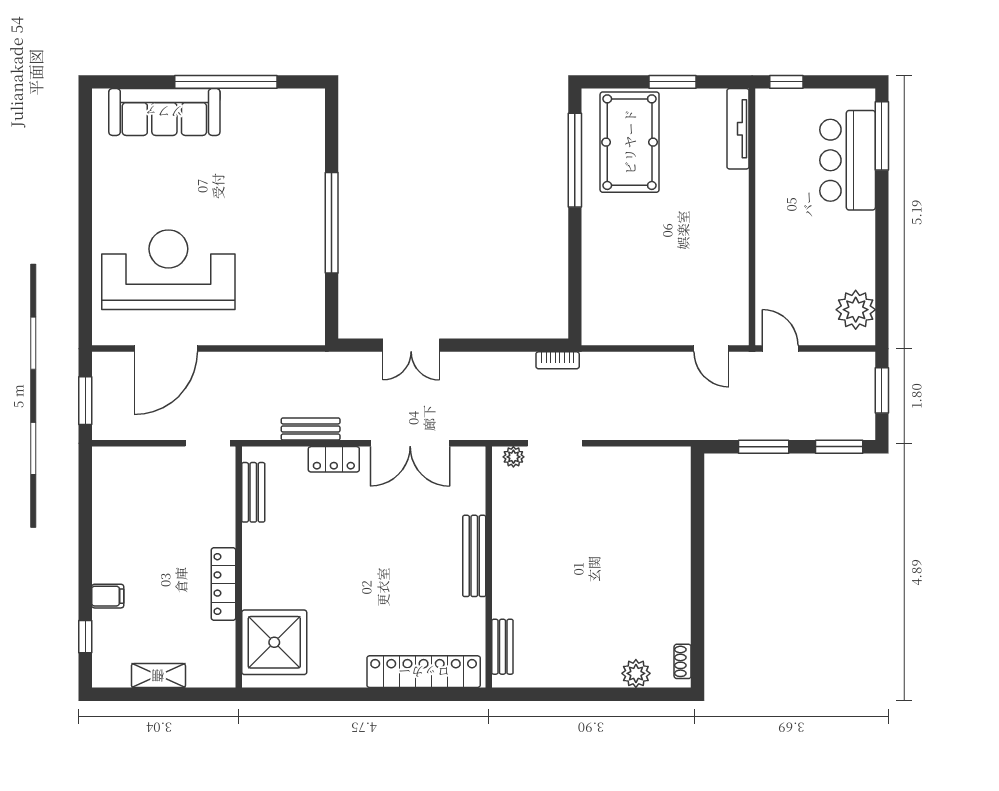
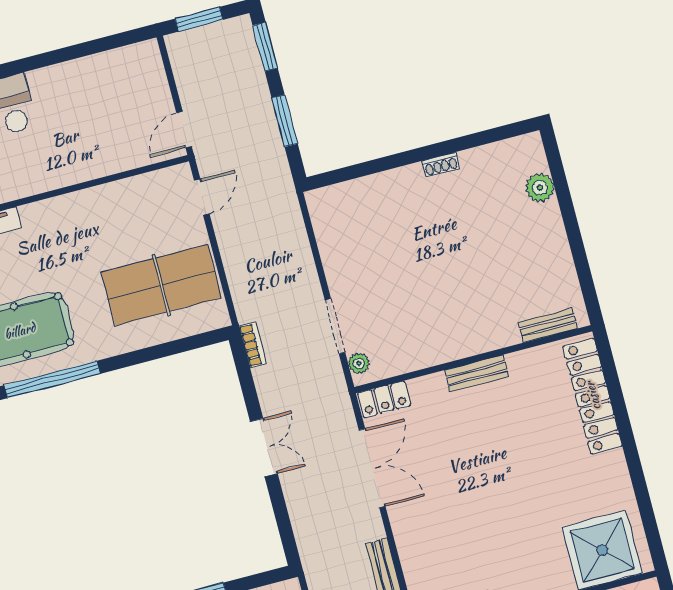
table tennis table: (638, 288) -> (161, 285), added
plant: (856, 310) -> (127, 66), removed
double door: (411, 345) -> (264, 448), moved
locker: (334, 459) -> (384, 399), moved, turned 90
bench: (474, 556) -> (477, 374), width x0.73
shoe rack: (683, 661) -> (441, 165), moved

